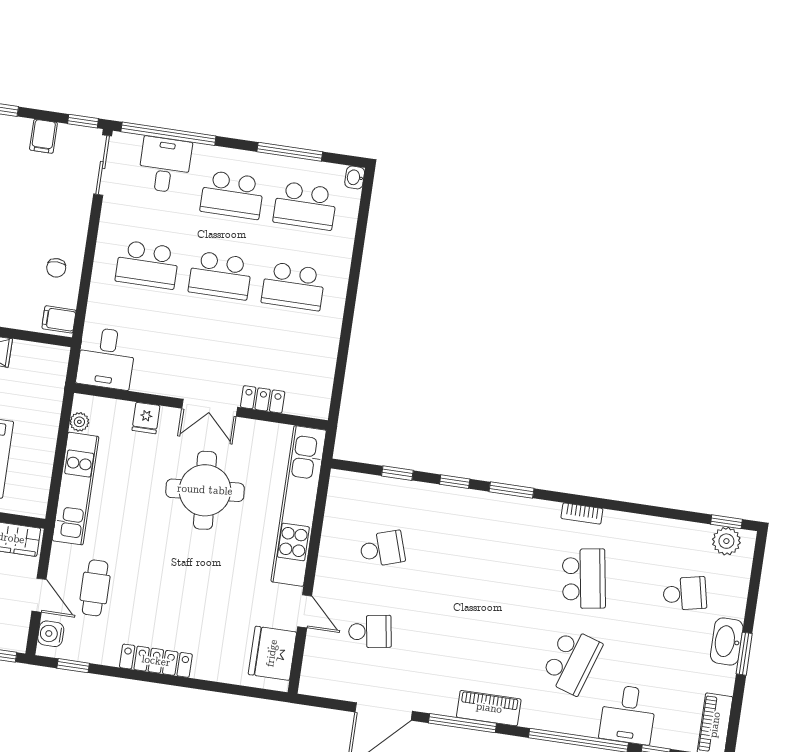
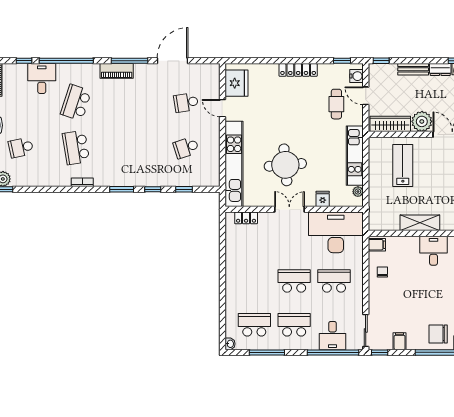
school desk: (293, 286) -> (254, 281), removed
desk: (106, 358) -> (336, 232), width x1.87, depth x1.30
locker: (263, 399) -> (246, 218), moved

